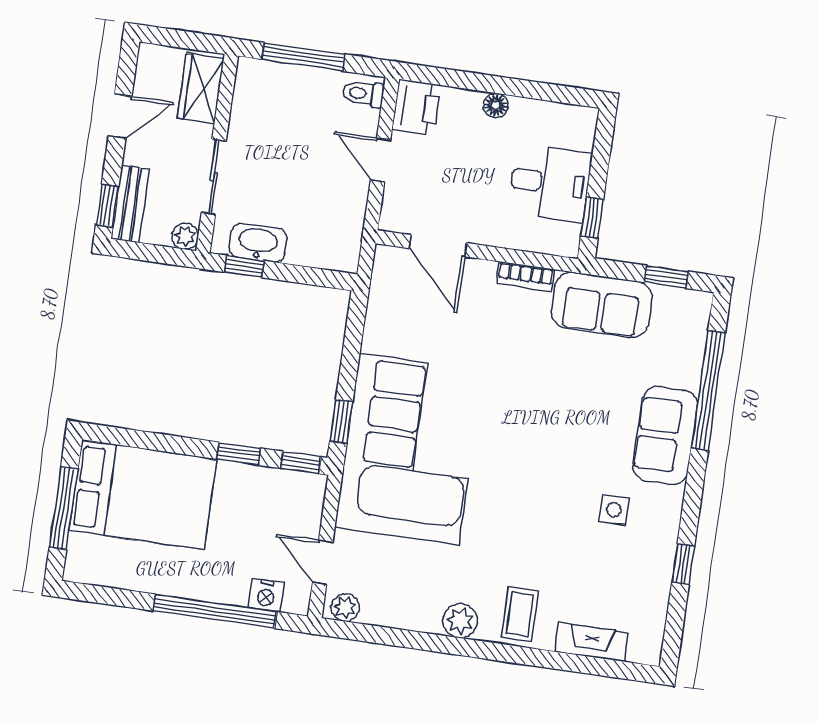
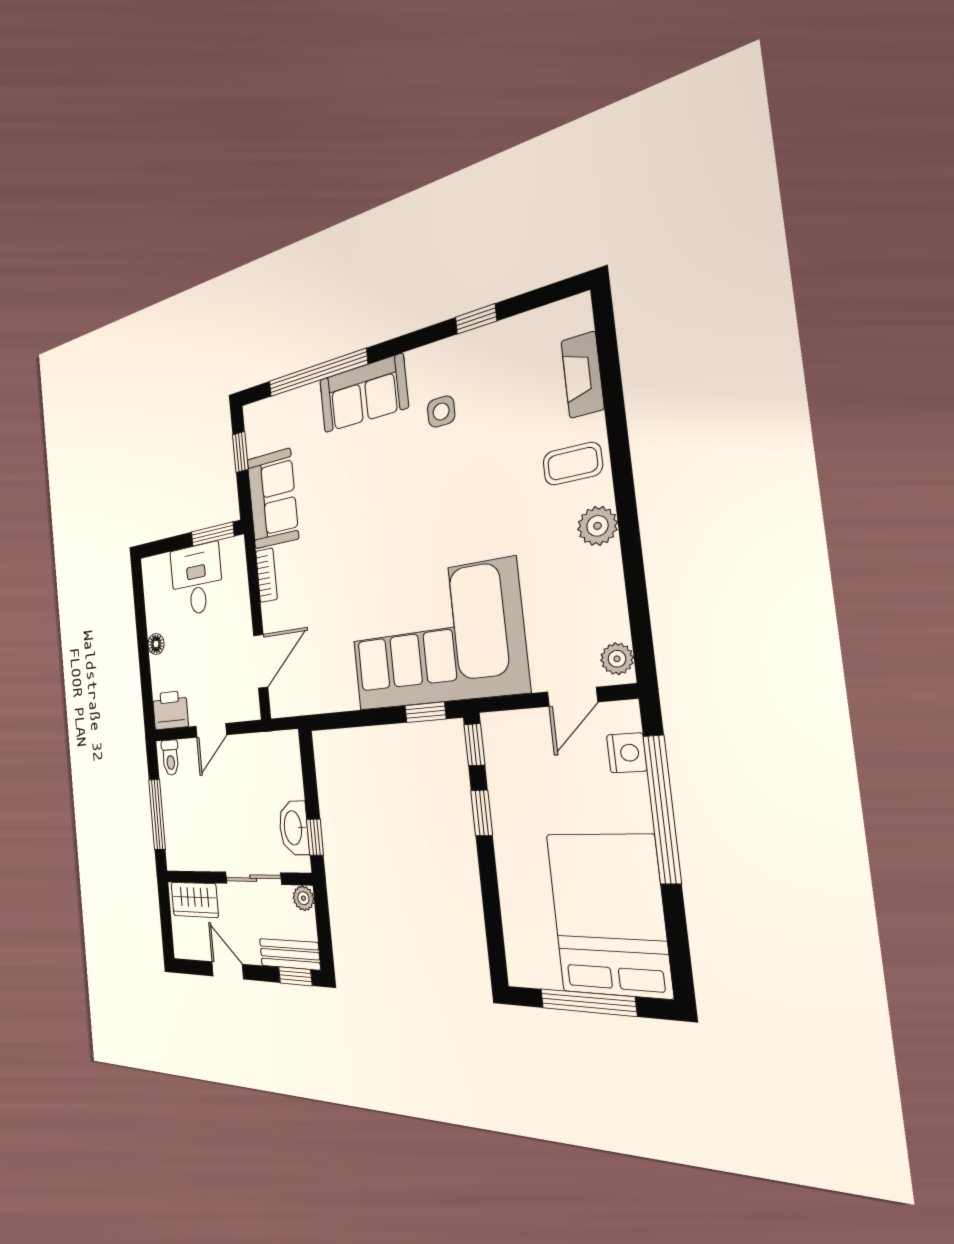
window: (592, 217) -> (213, 534), width x1.50
bed: (143, 495) -> (608, 914), moved

